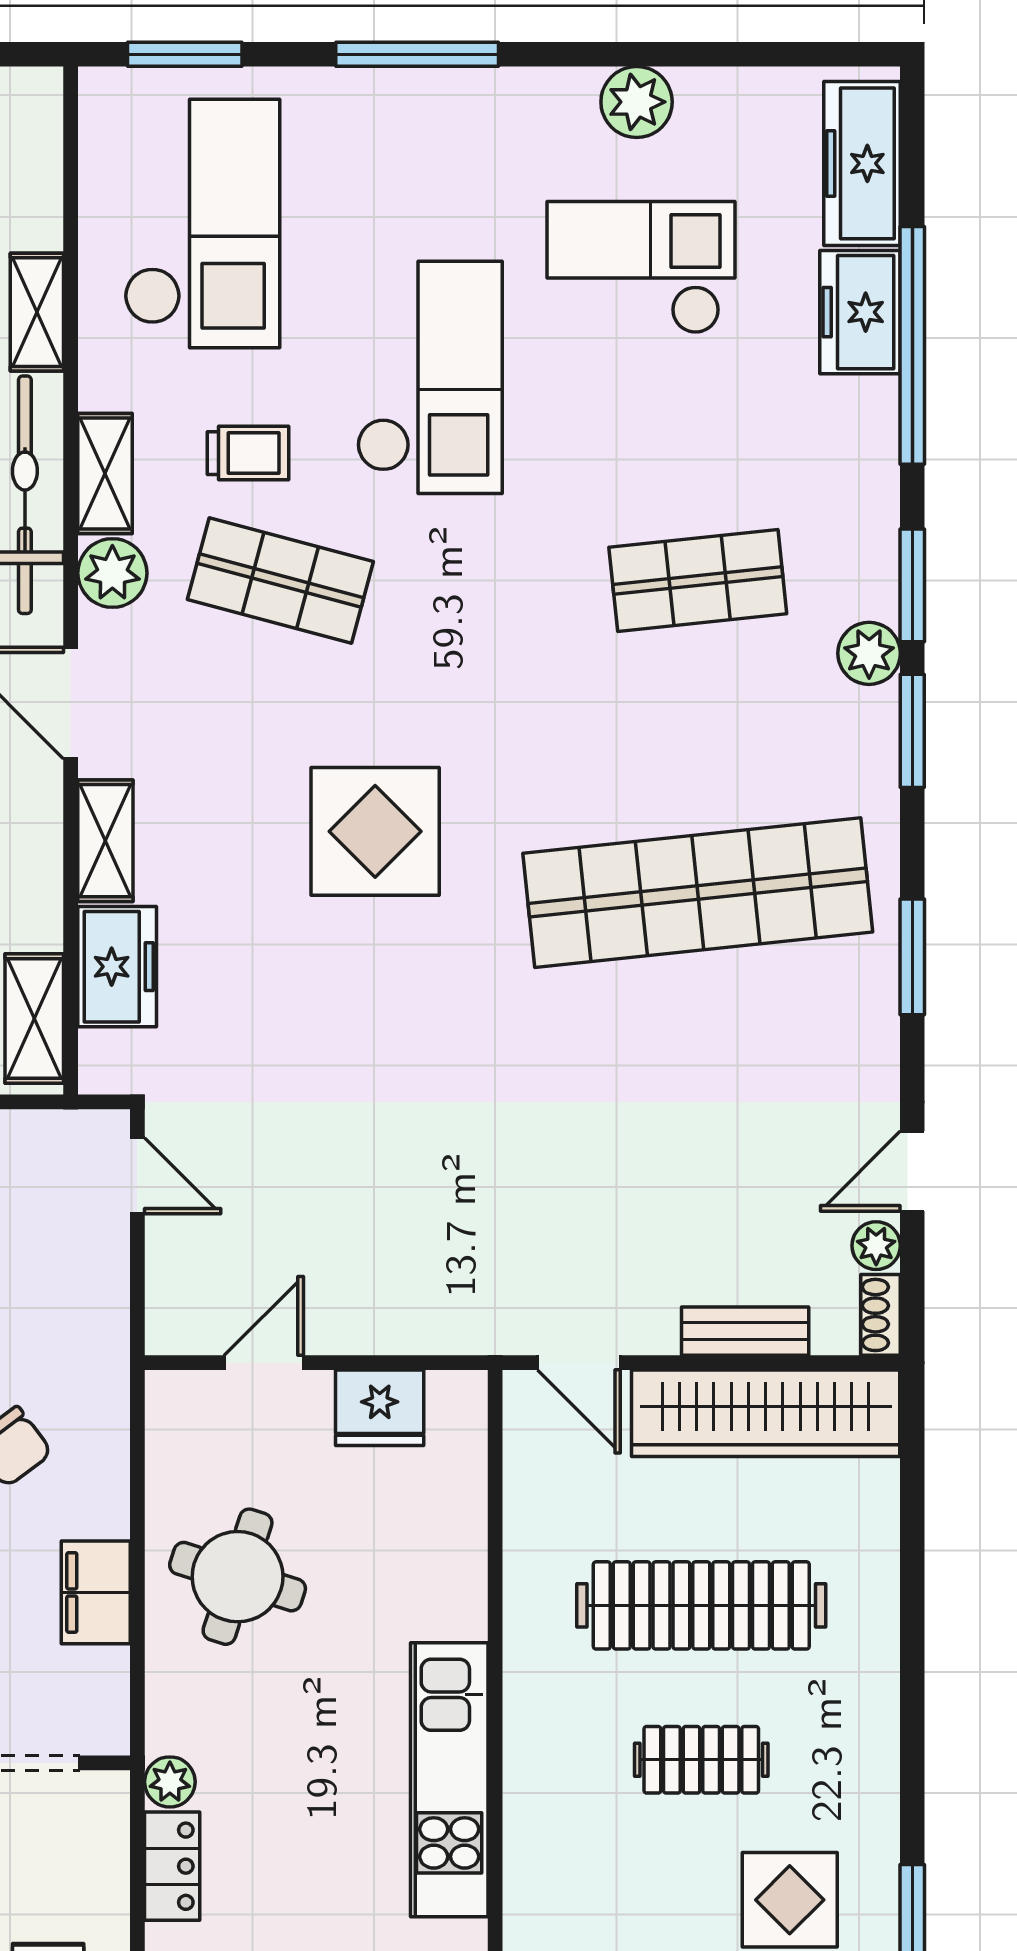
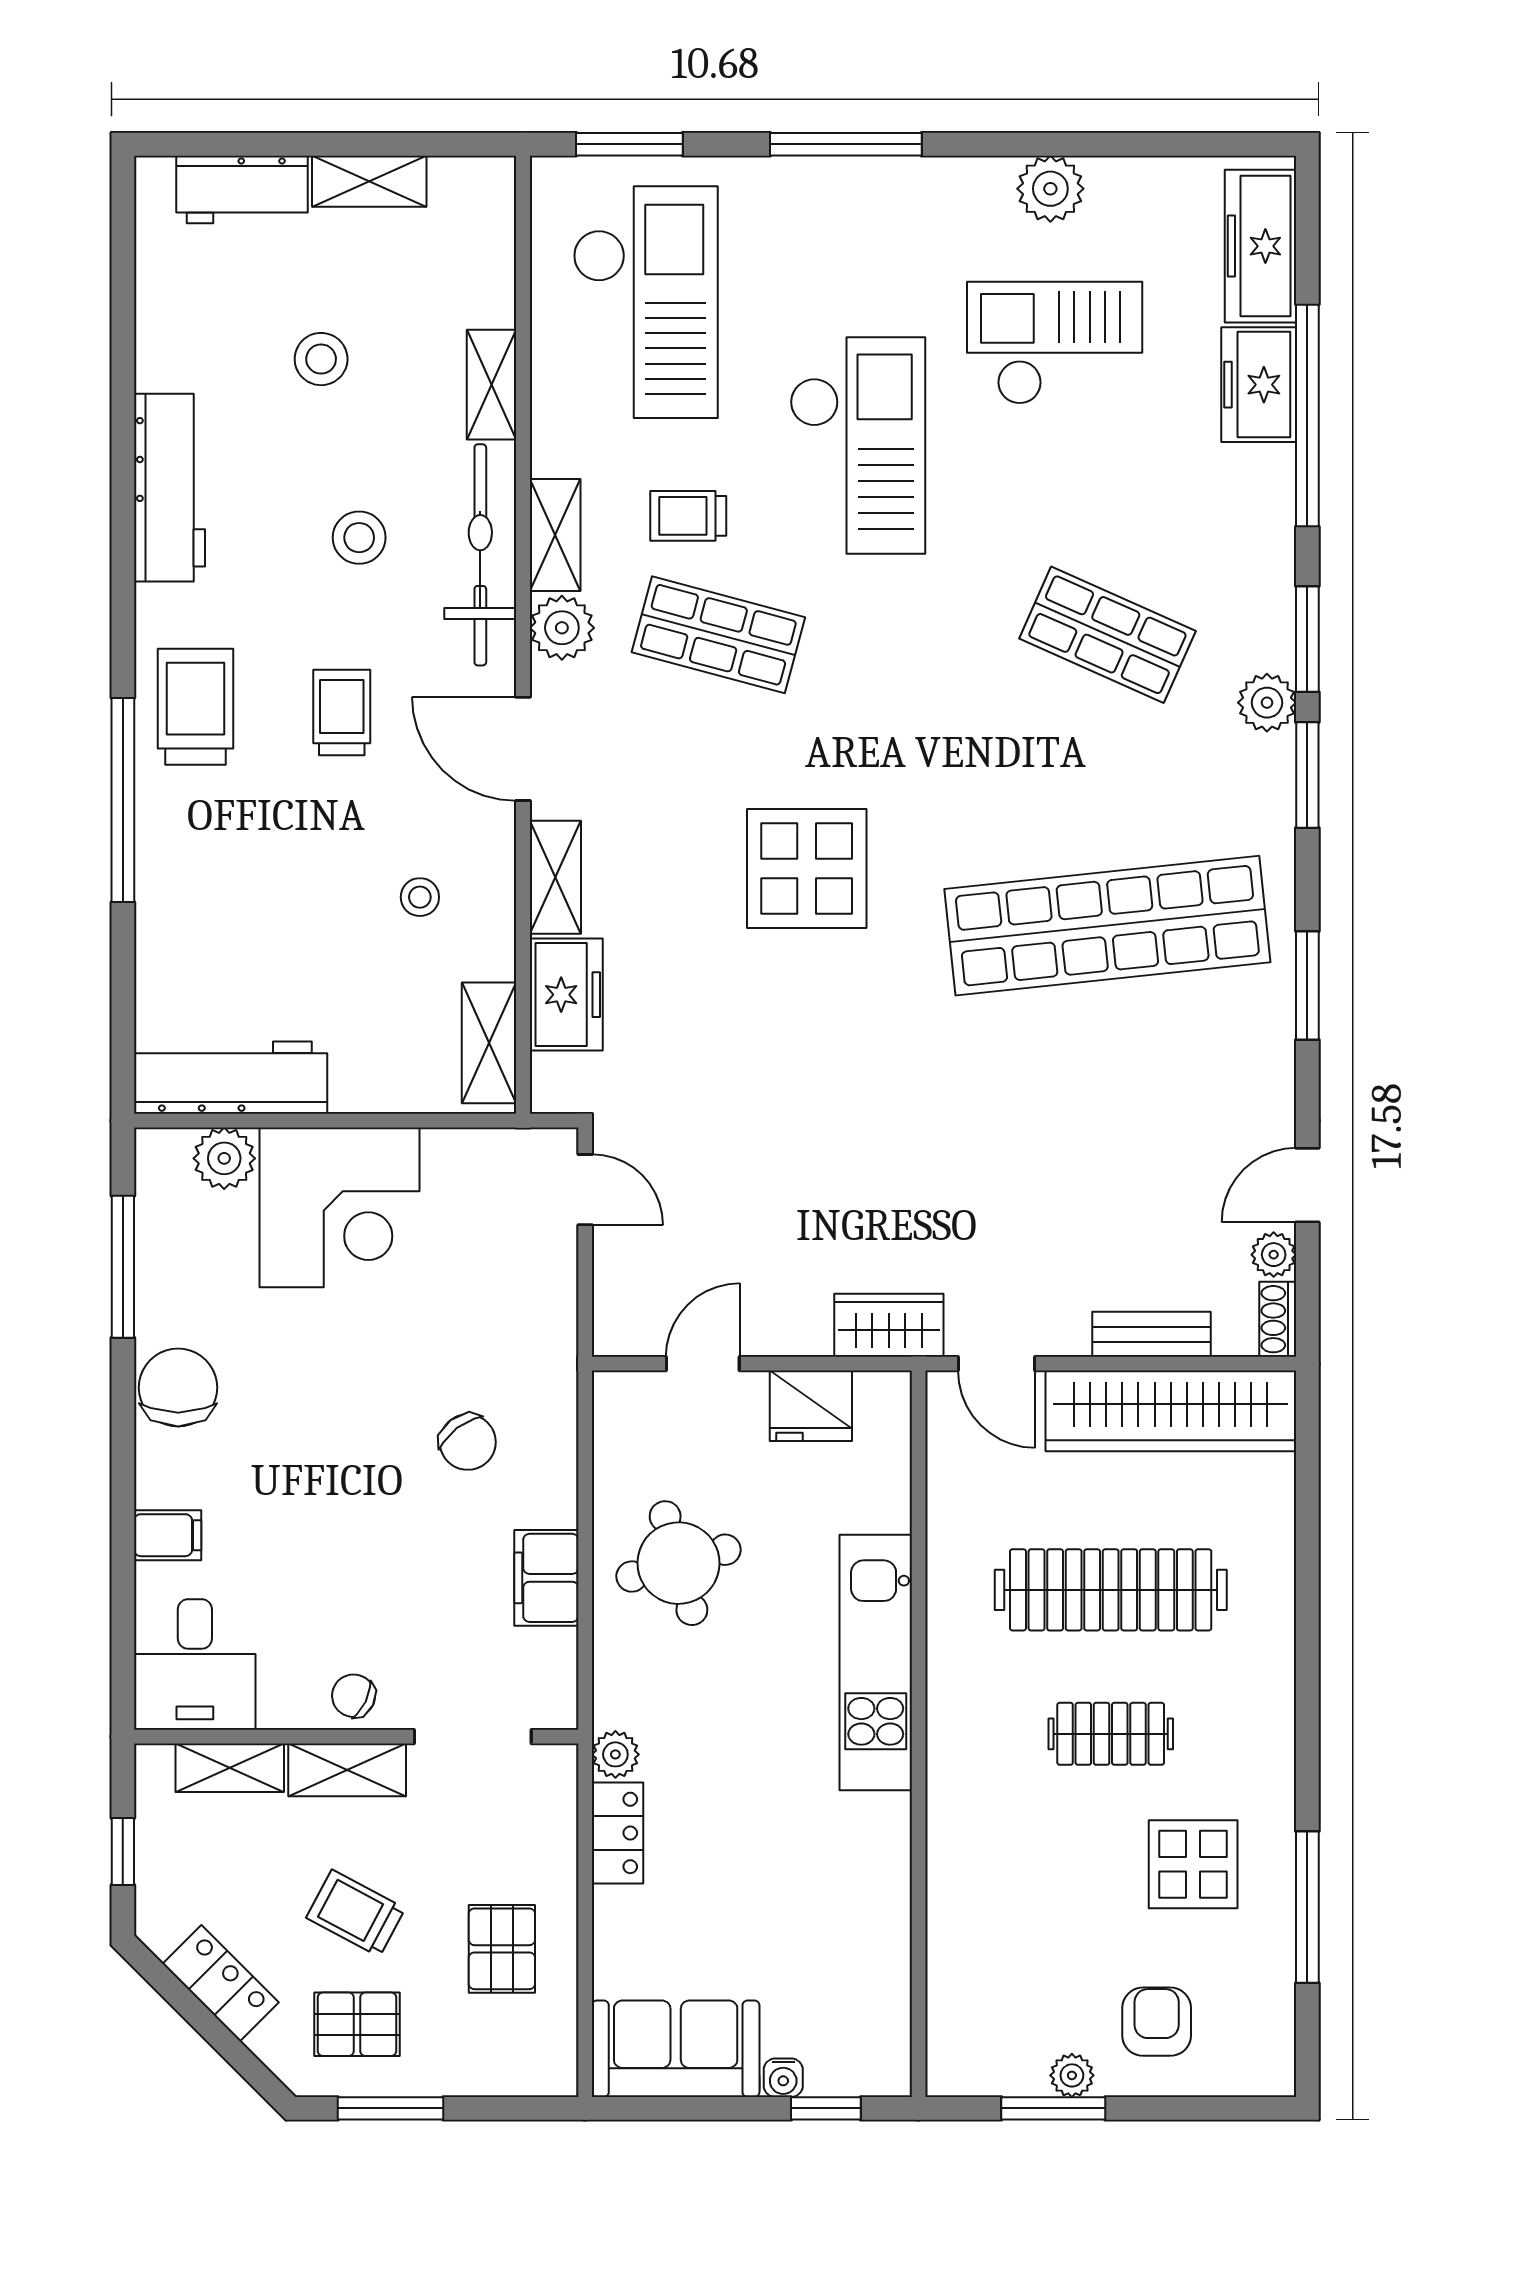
trolley: (248, 453) -> (688, 516), turned 180
shop shelf: (698, 581) -> (1107, 635), turned 30
wardrobe: (463, 1321) -> (889, 1325), added
round table: (238, 1577) -> (678, 1563), turned -34
kitchen unit: (449, 1780) -> (876, 1663), moved

